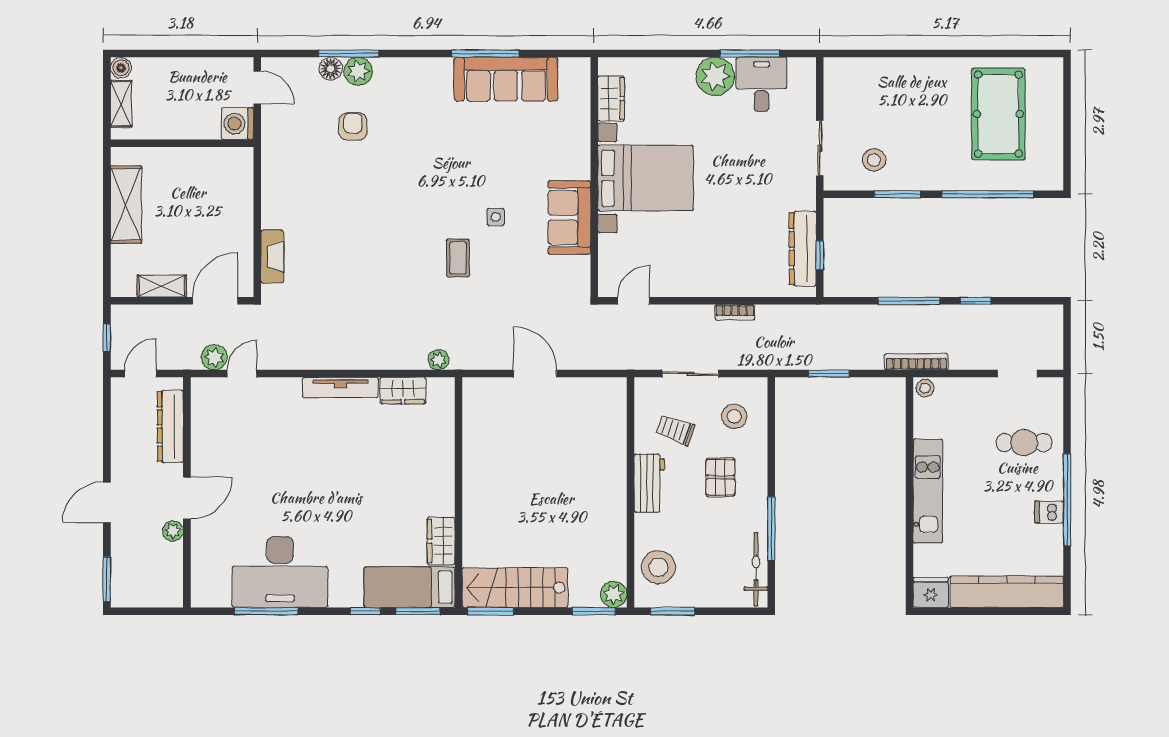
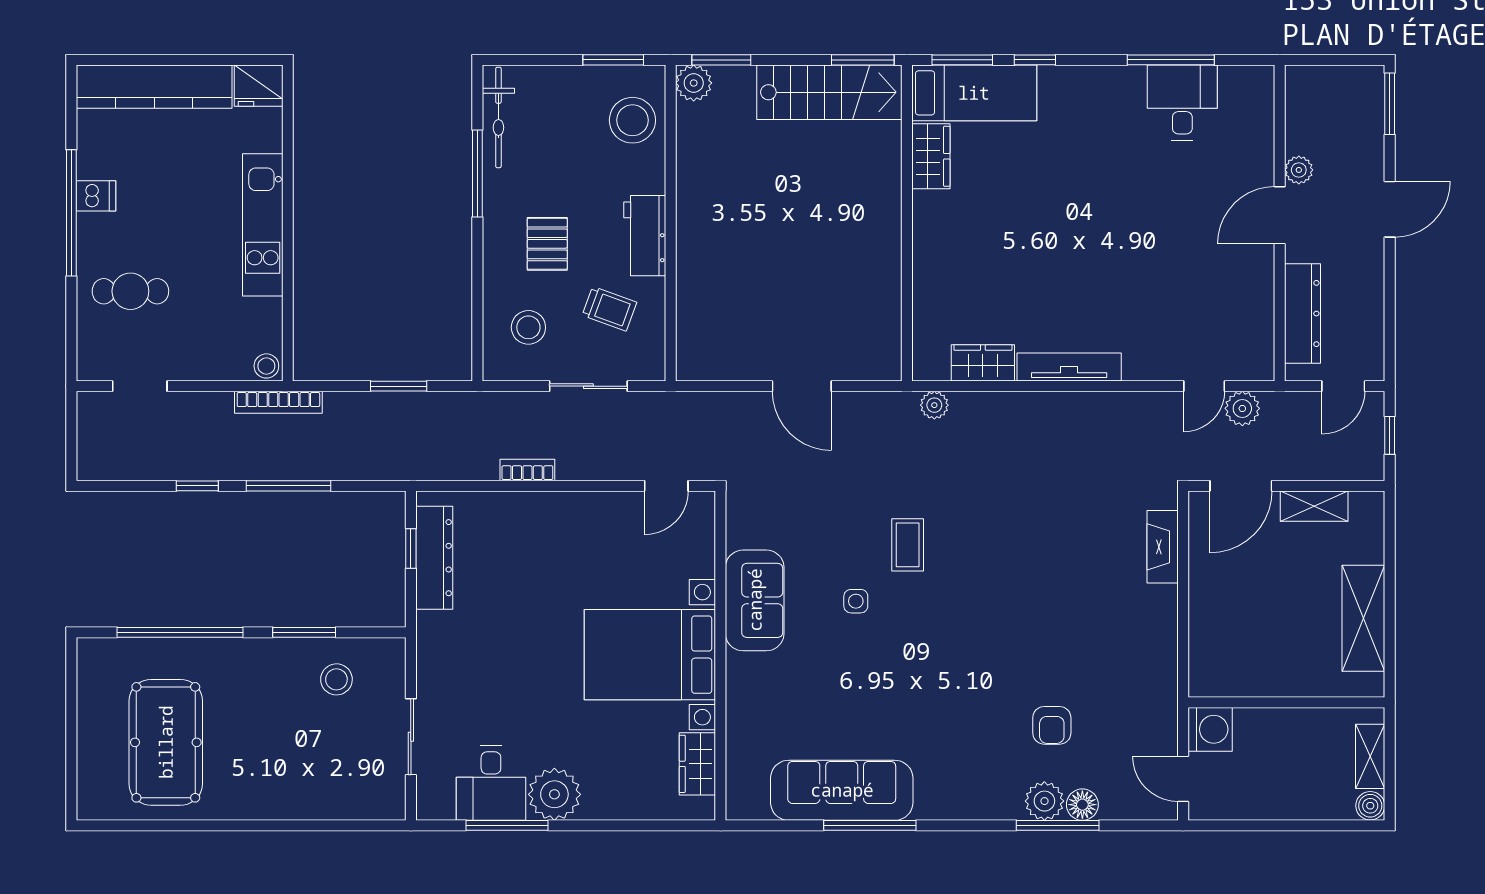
sliding door: (820, 148) -> (411, 737), moved
desk: (280, 572) -> (1182, 102), width x0.53, depth x0.77

